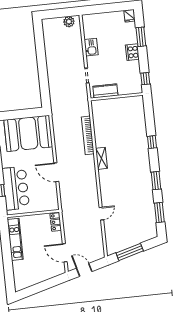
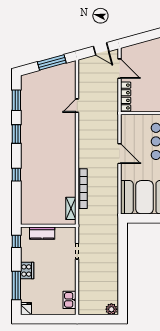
plant: (69, 22) -> (111, 309), moved
window: (141, 37) -> (16, 286), width x1.44
kitchen sink: (91, 47) -> (70, 300), moved
kitchen counter: (105, 91) -> (42, 233), moved
shelving: (101, 158) -> (71, 208), moved
locker: (56, 222) -> (126, 97), width x1.53

